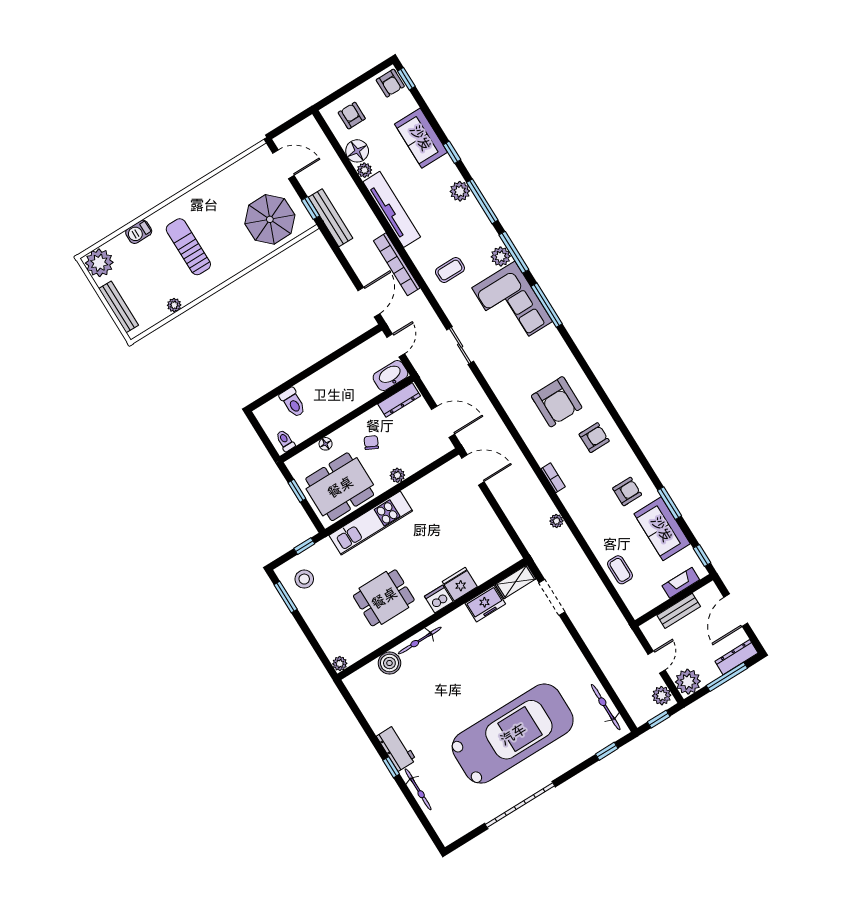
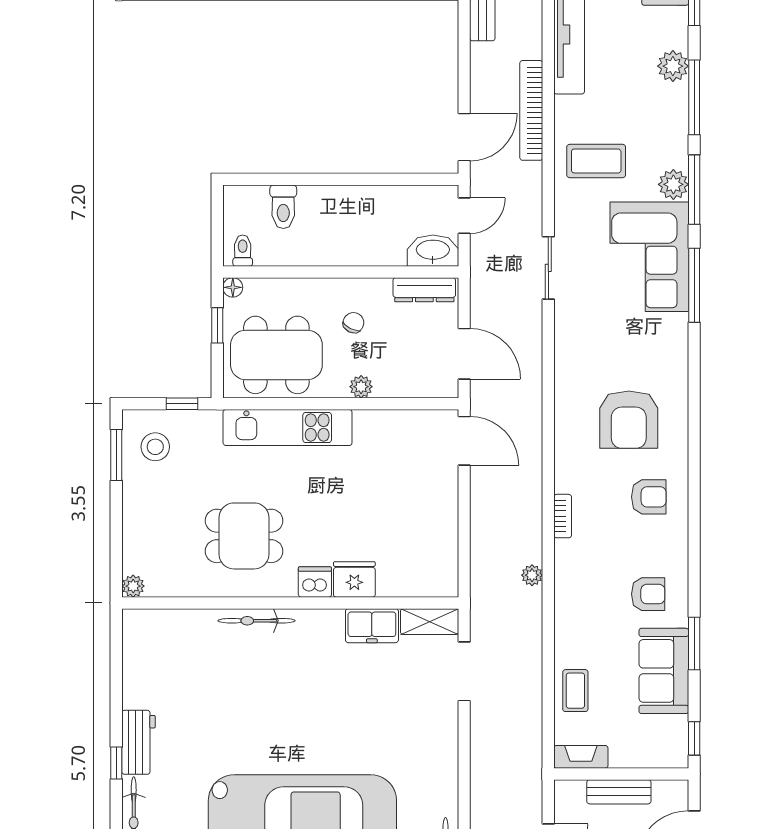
coffee table: (450, 270) -> (596, 161), width x1.36, depth x1.30
floor lamp: (326, 444) -> (233, 287), moved
fireplace: (681, 583) -> (581, 757), moved
boiler: (389, 663) -> (199, 626), removed

